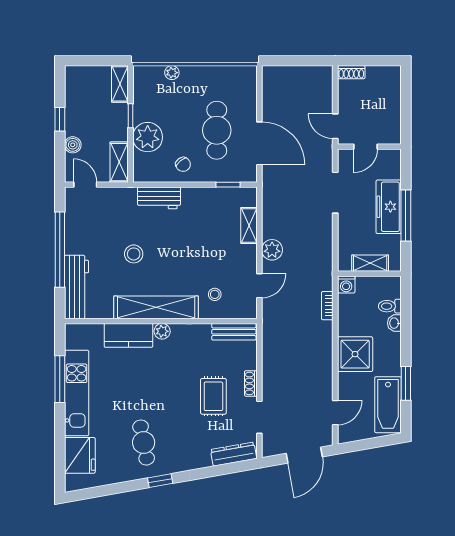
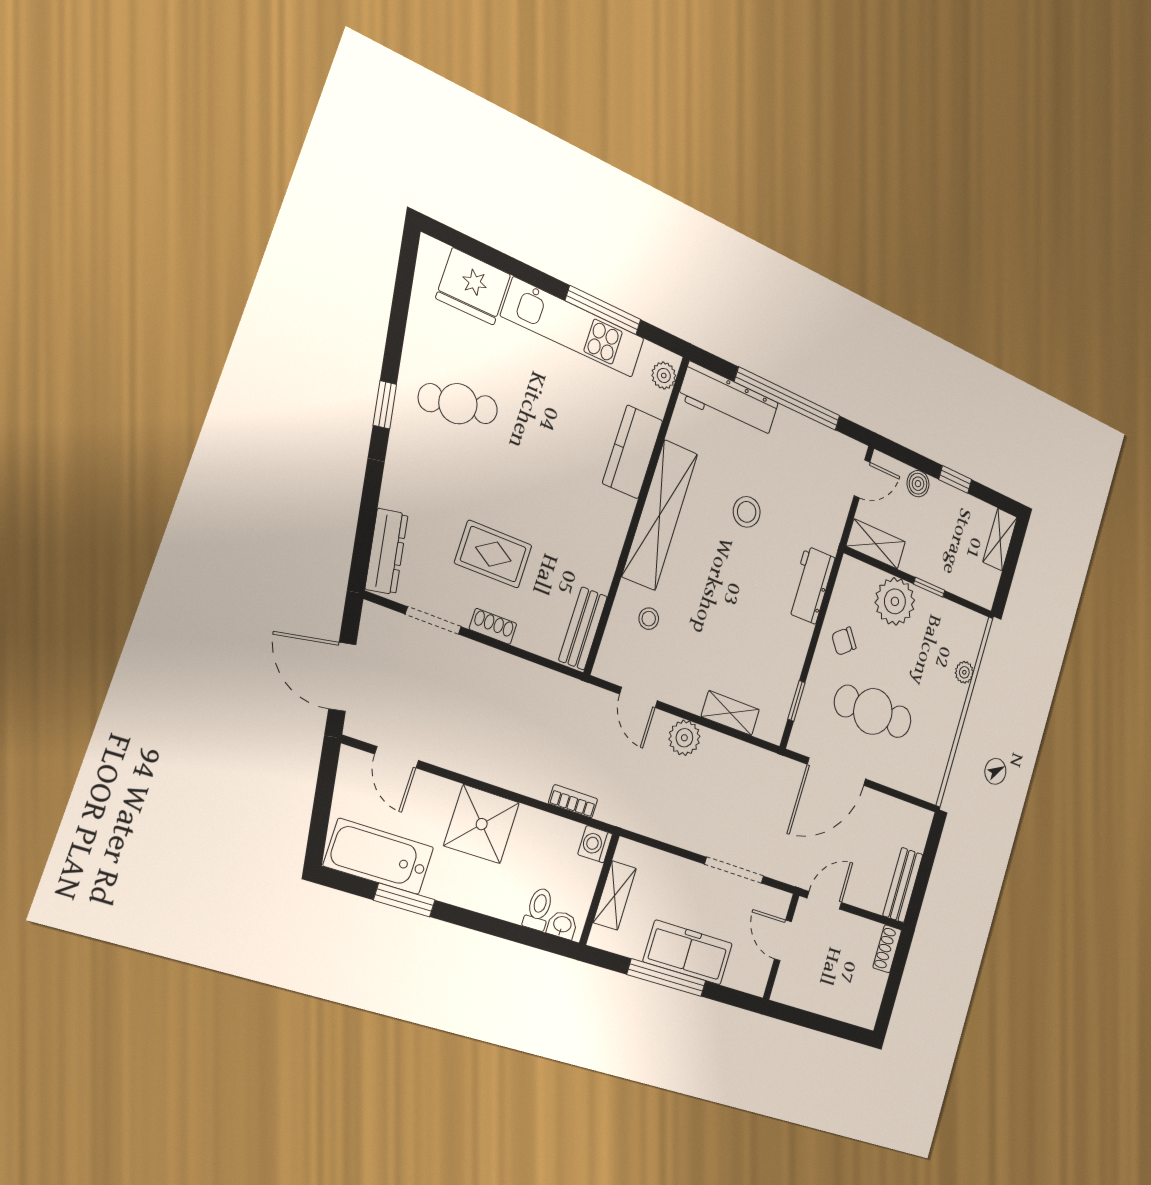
bench: (311, 74) -> (903, 885), added
shelving: (120, 84) -> (1000, 540), moved, turned 90
washbasin: (394, 323) -> (562, 925), moved
plant: (162, 331) -> (664, 375), moved

